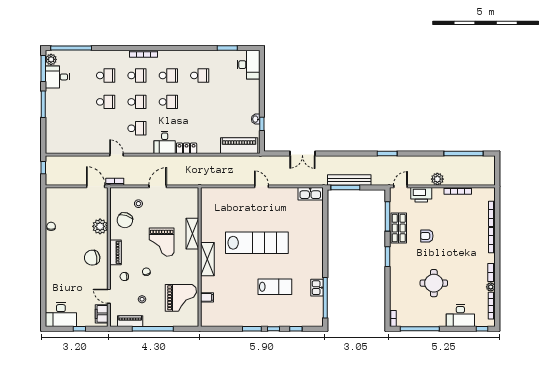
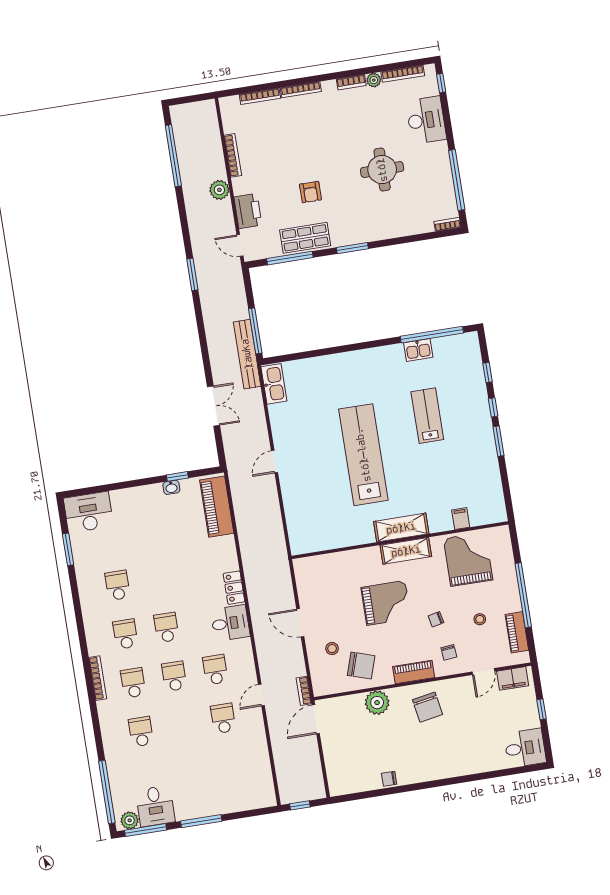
school desk: (106, 102) -> (223, 718), moved
bench: (349, 180) -> (247, 354), moved
shelving: (192, 234) -> (406, 551), moved
desk: (61, 315) -> (525, 748), width x0.73

